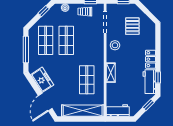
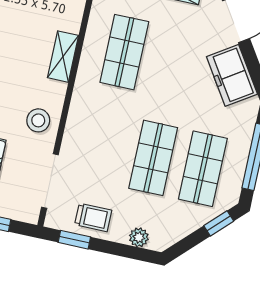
window: (44, 11) -> (219, 223), moved

